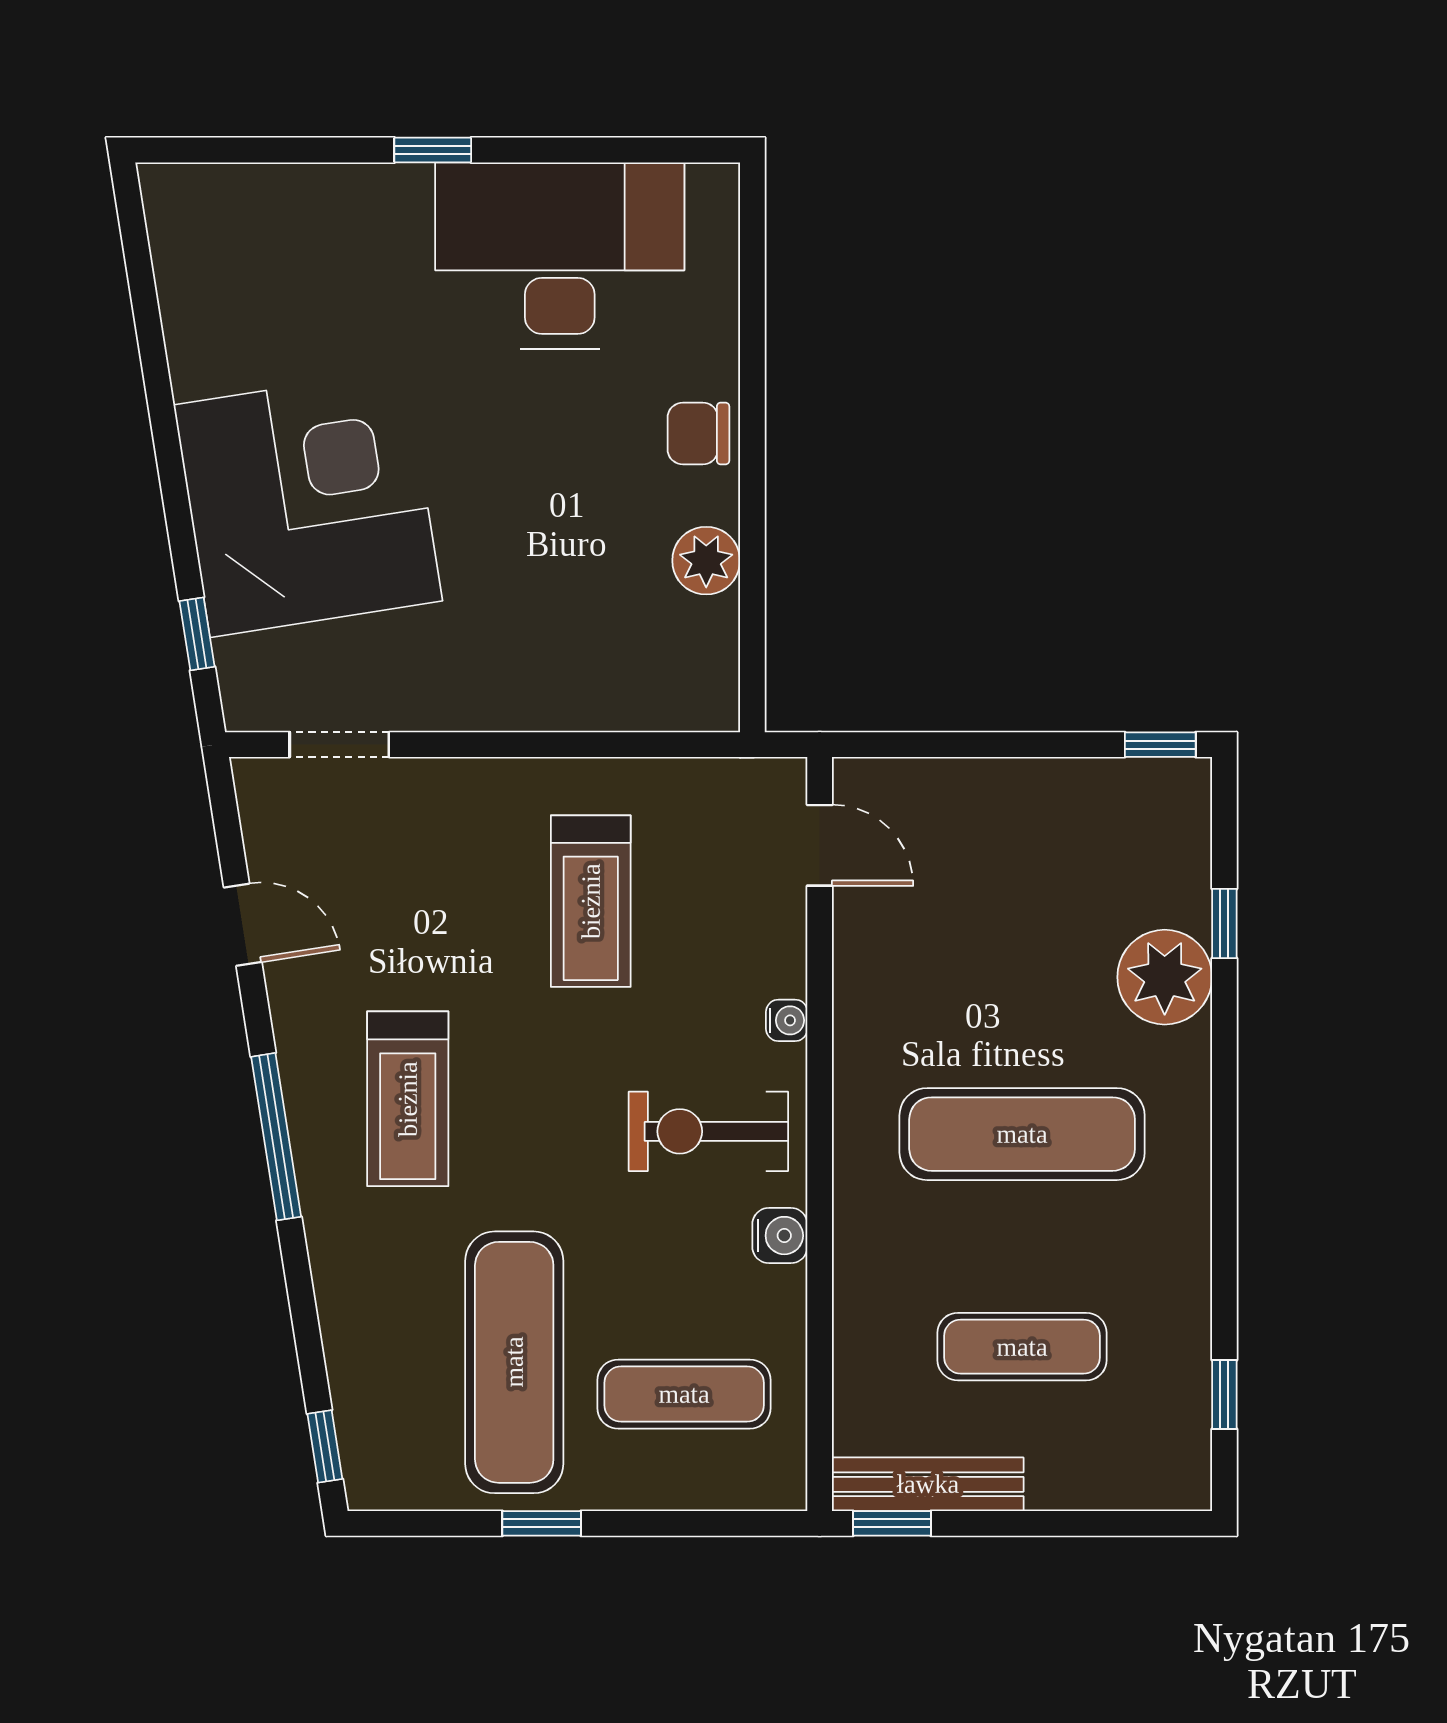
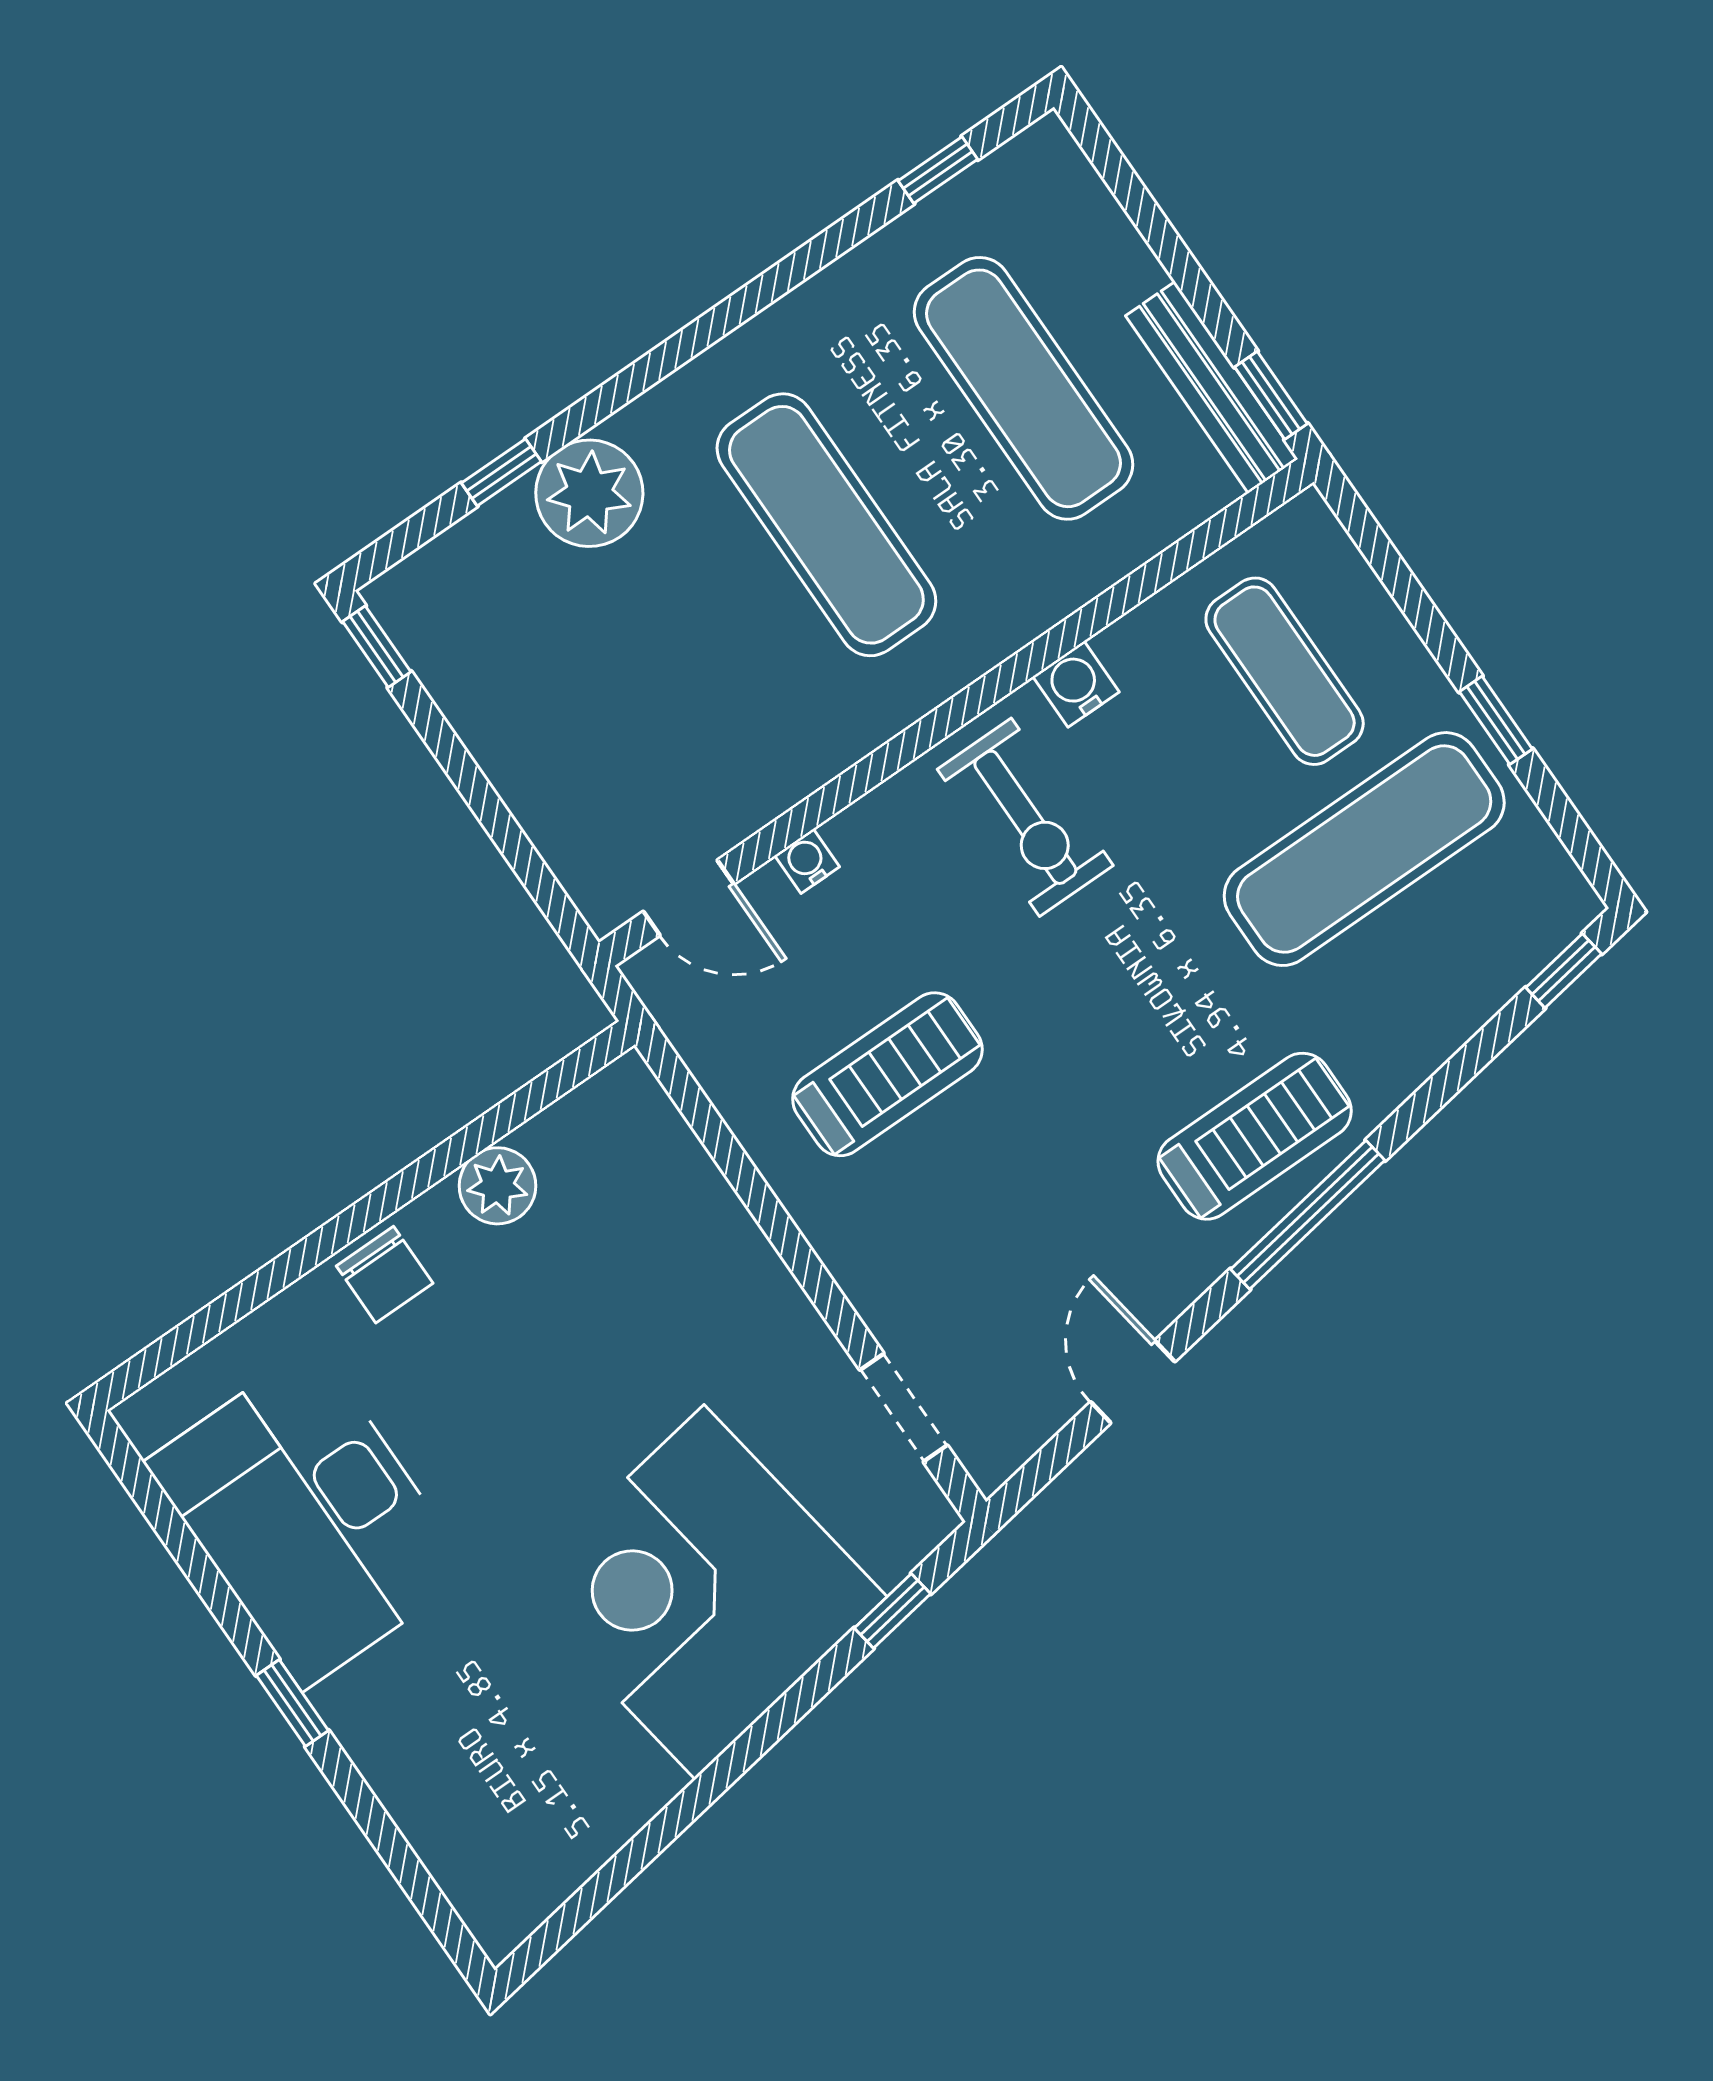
door: (820, 845) -> (689, 898), swing flipped
water cooler: (787, 1020) -> (807, 861), moved
treadmill: (408, 1099) -> (1255, 1136), moved
exercise mat: (1022, 1347) -> (1023, 388), width x1.36, depth x1.45

